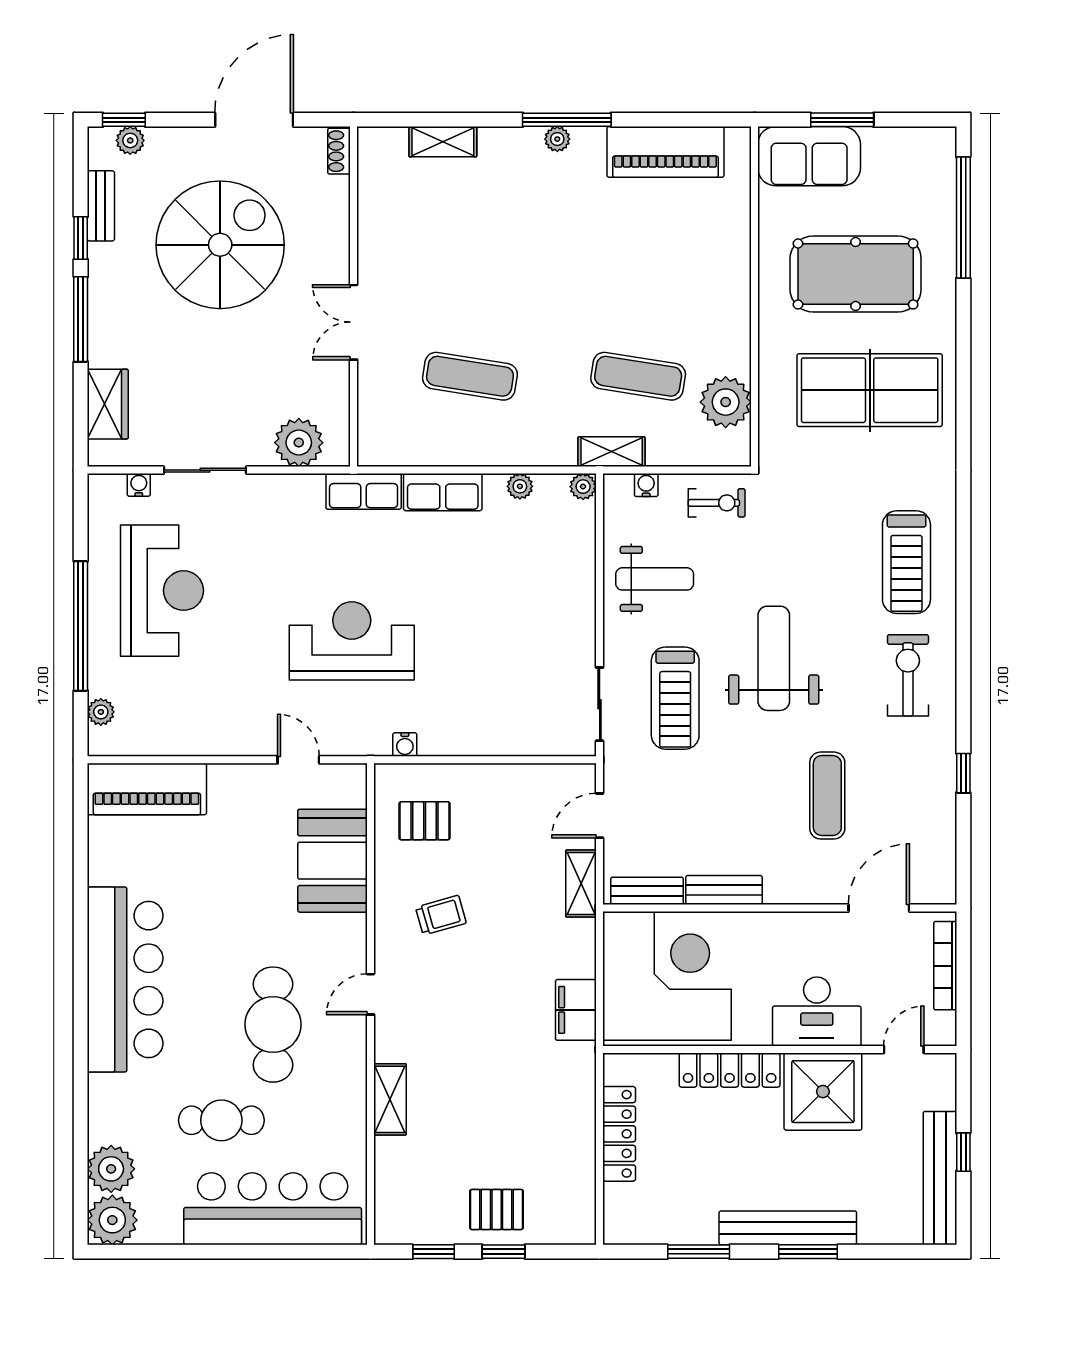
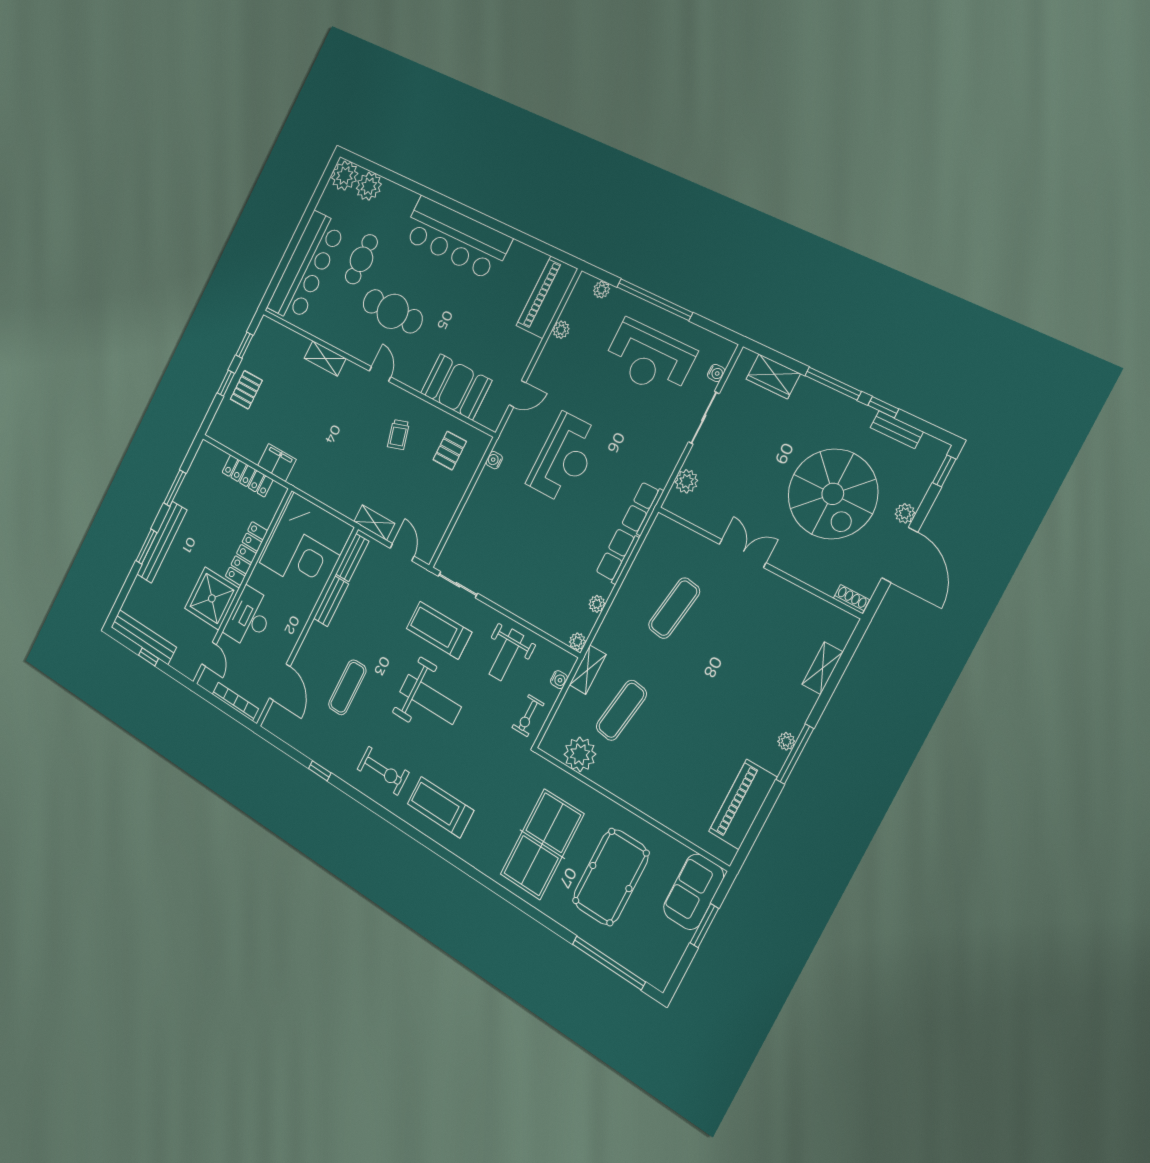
plant: (130, 140) -> (905, 513), moved
plant: (299, 443) -> (686, 481), width x0.73, depth x0.73
plant: (182, 743) -> (561, 330), added
exercise mat: (827, 796) -> (347, 687), turned 90
filing cabinet: (576, 1010) -> (277, 463), moved

